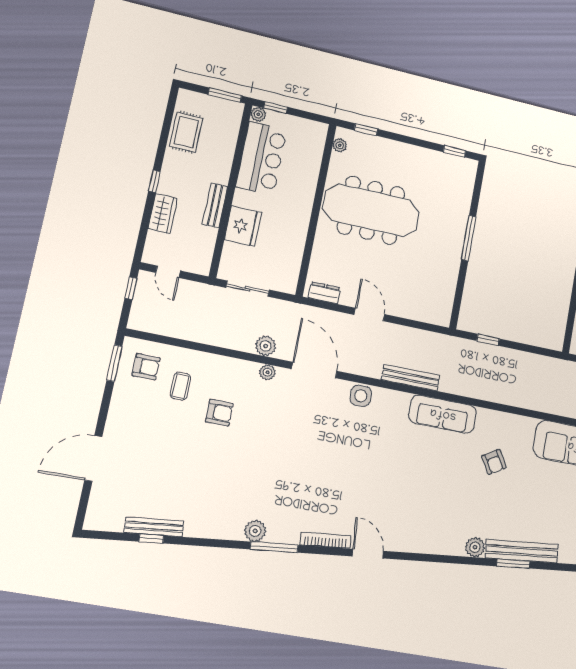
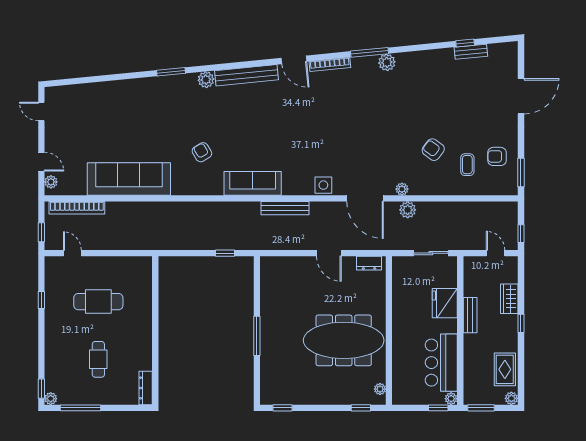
plant: (185, 97) -> (511, 398), added
armchair: (146, 367) -> (497, 156), moved
armchair: (219, 413) -> (433, 150), turned 37
bench: (154, 527) -> (471, 52), width x0.73
bench: (522, 551) -> (246, 75), moved

